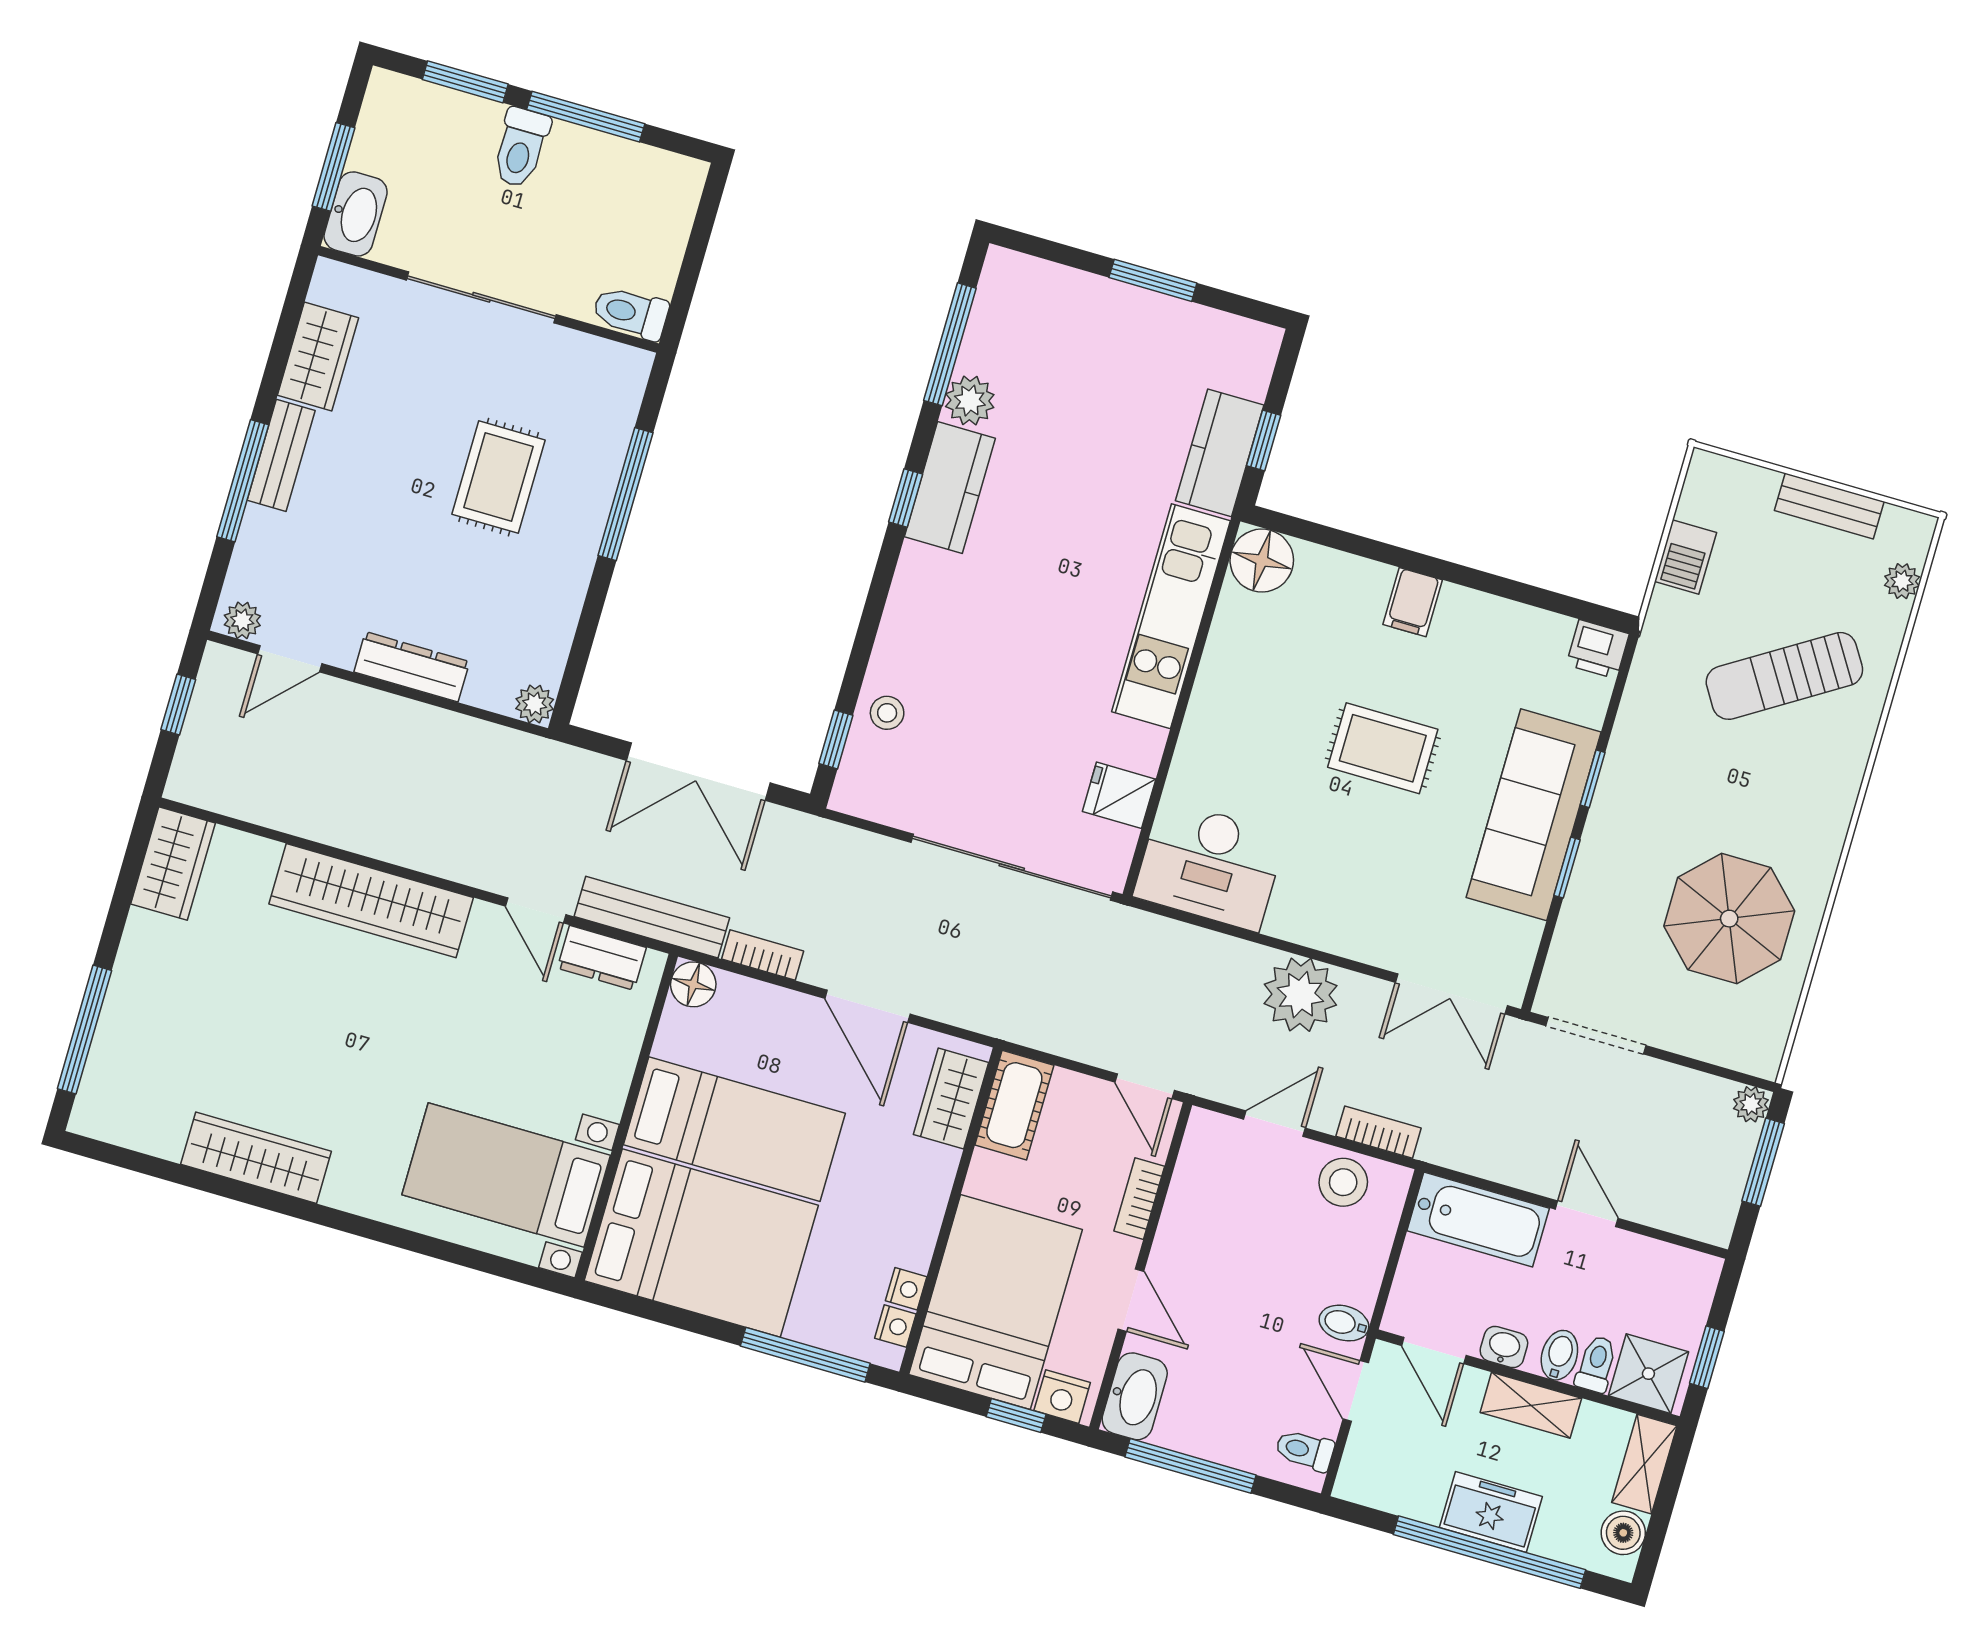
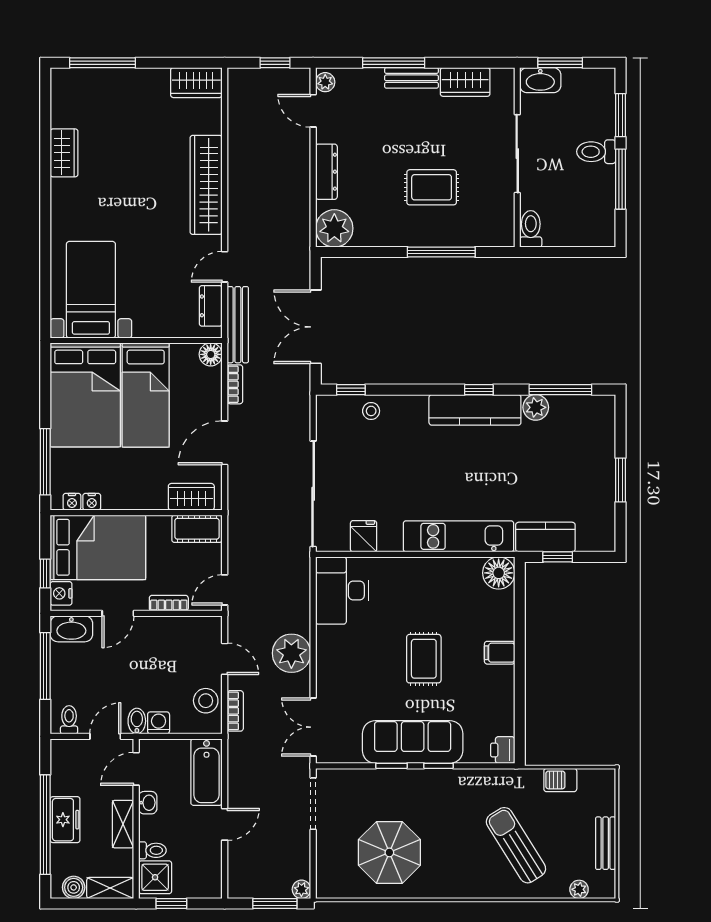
kitchen counter: (950, 488) -> (475, 410), width x1.50
plant: (535, 704) -> (334, 228), width x1.87, depth x1.87
wardrobe: (256, 1158) -> (64, 153), width x0.67
washing machine: (1359, 1283) -> (159, 723), added
bidet: (1559, 1355) -> (152, 831), removed

